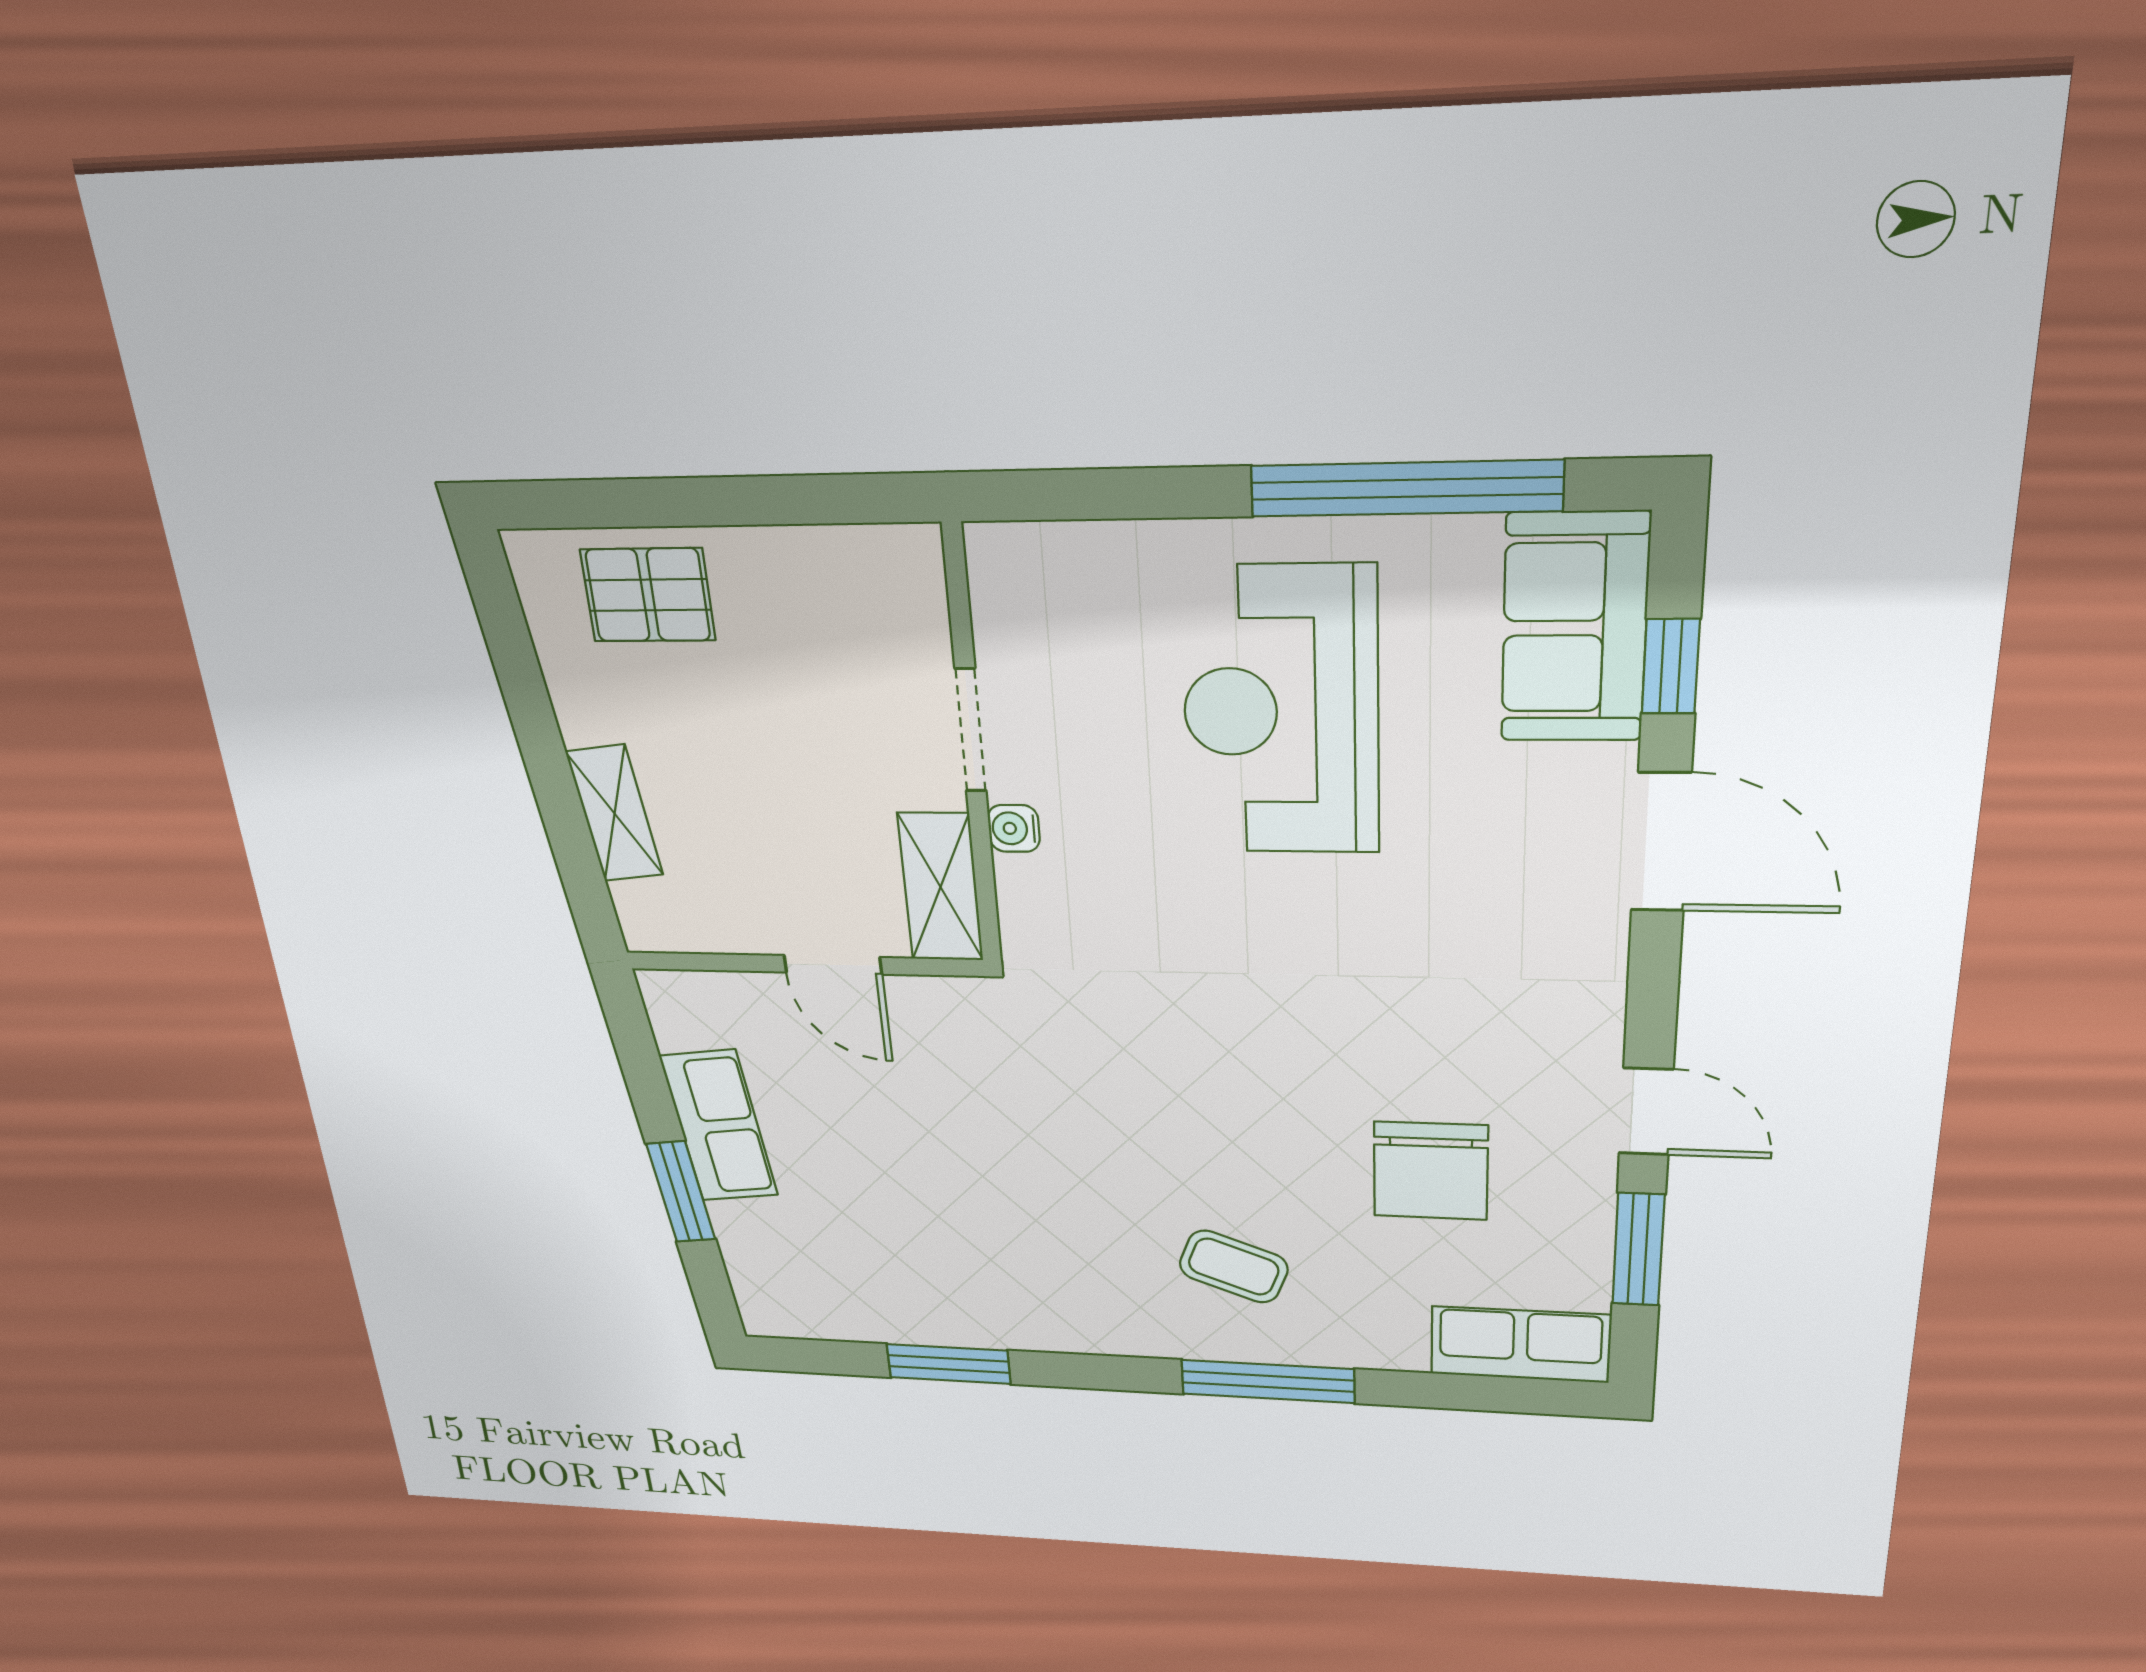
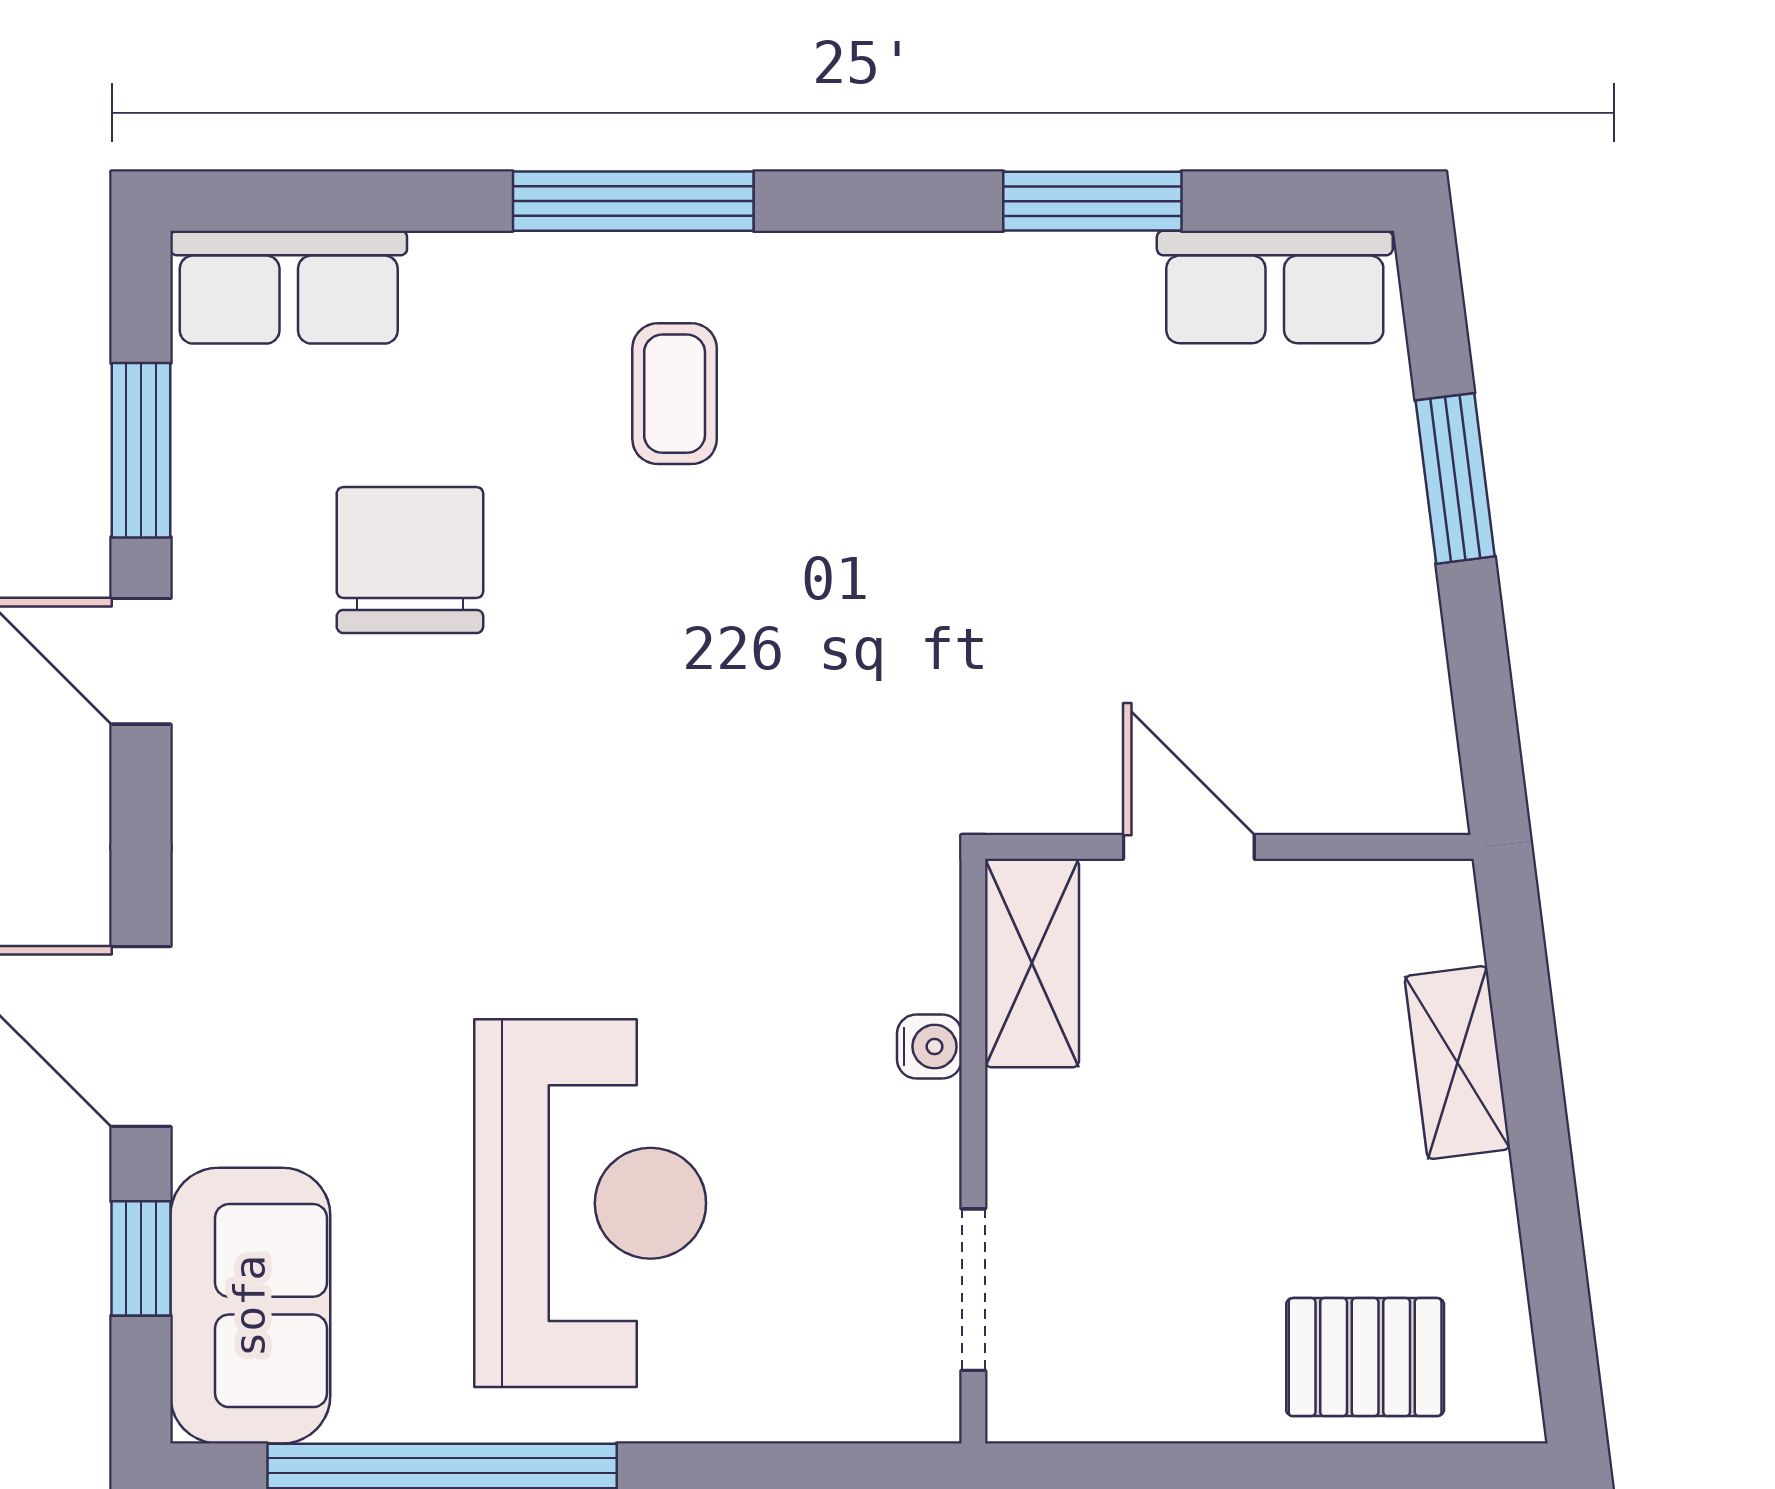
doorway: (971, 730) -> (973, 1290), moved
row of seats: (719, 1126) -> (1275, 287), moved, turned -83
coffee table: (1234, 1267) -> (675, 394), turned 69

